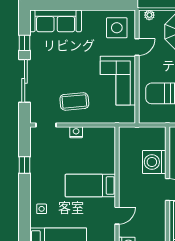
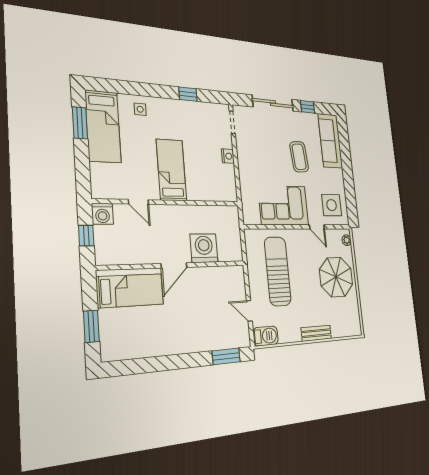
coffee table: (74, 101) -> (299, 157), moved

